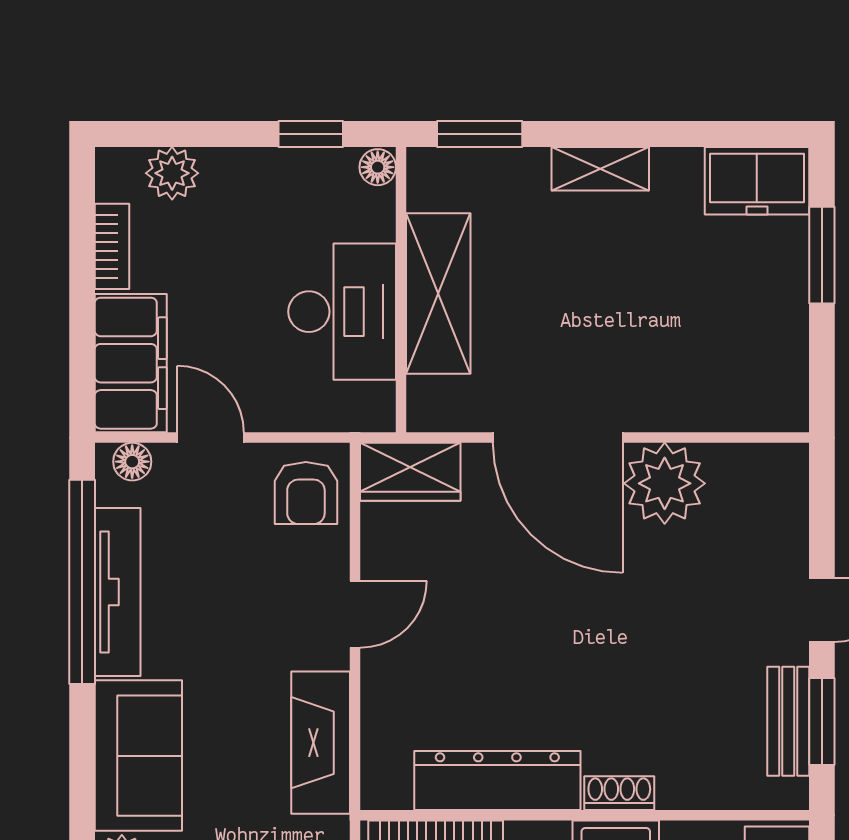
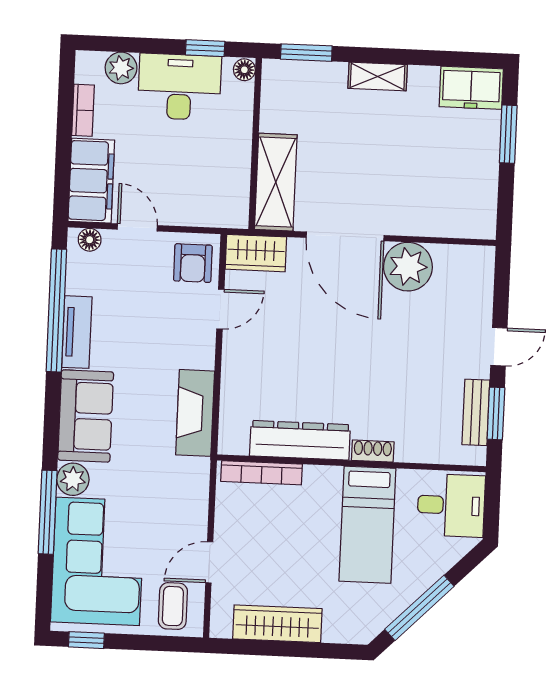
shelving: (438, 294) -> (276, 182), moved
desk: (342, 312) -> (180, 87), moved, turned -90
tv unit: (118, 592) -> (77, 332), width x0.71
door: (355, 614) -> (220, 309), moved

